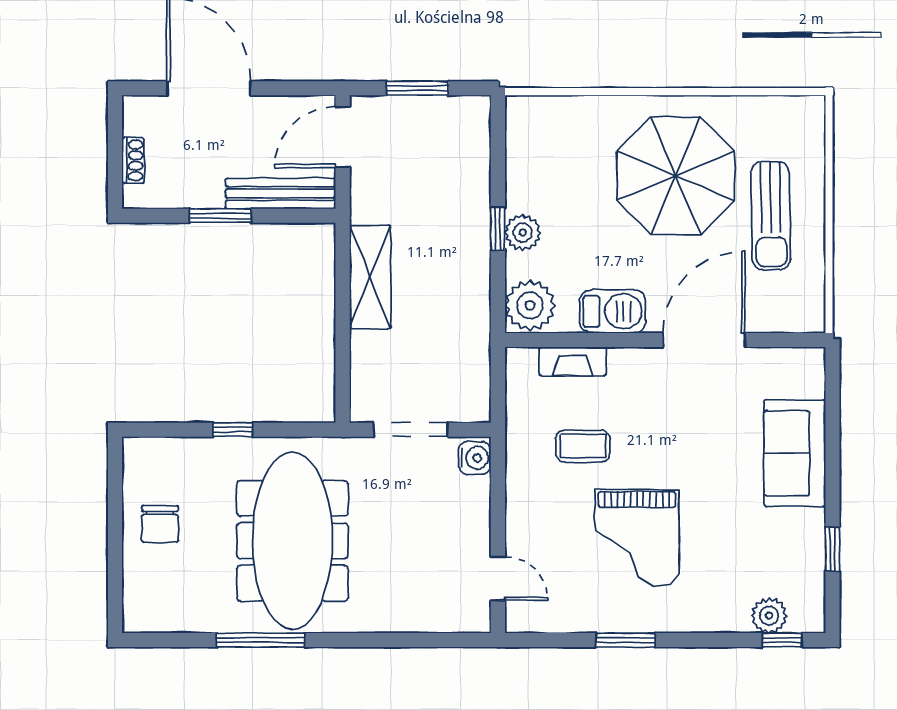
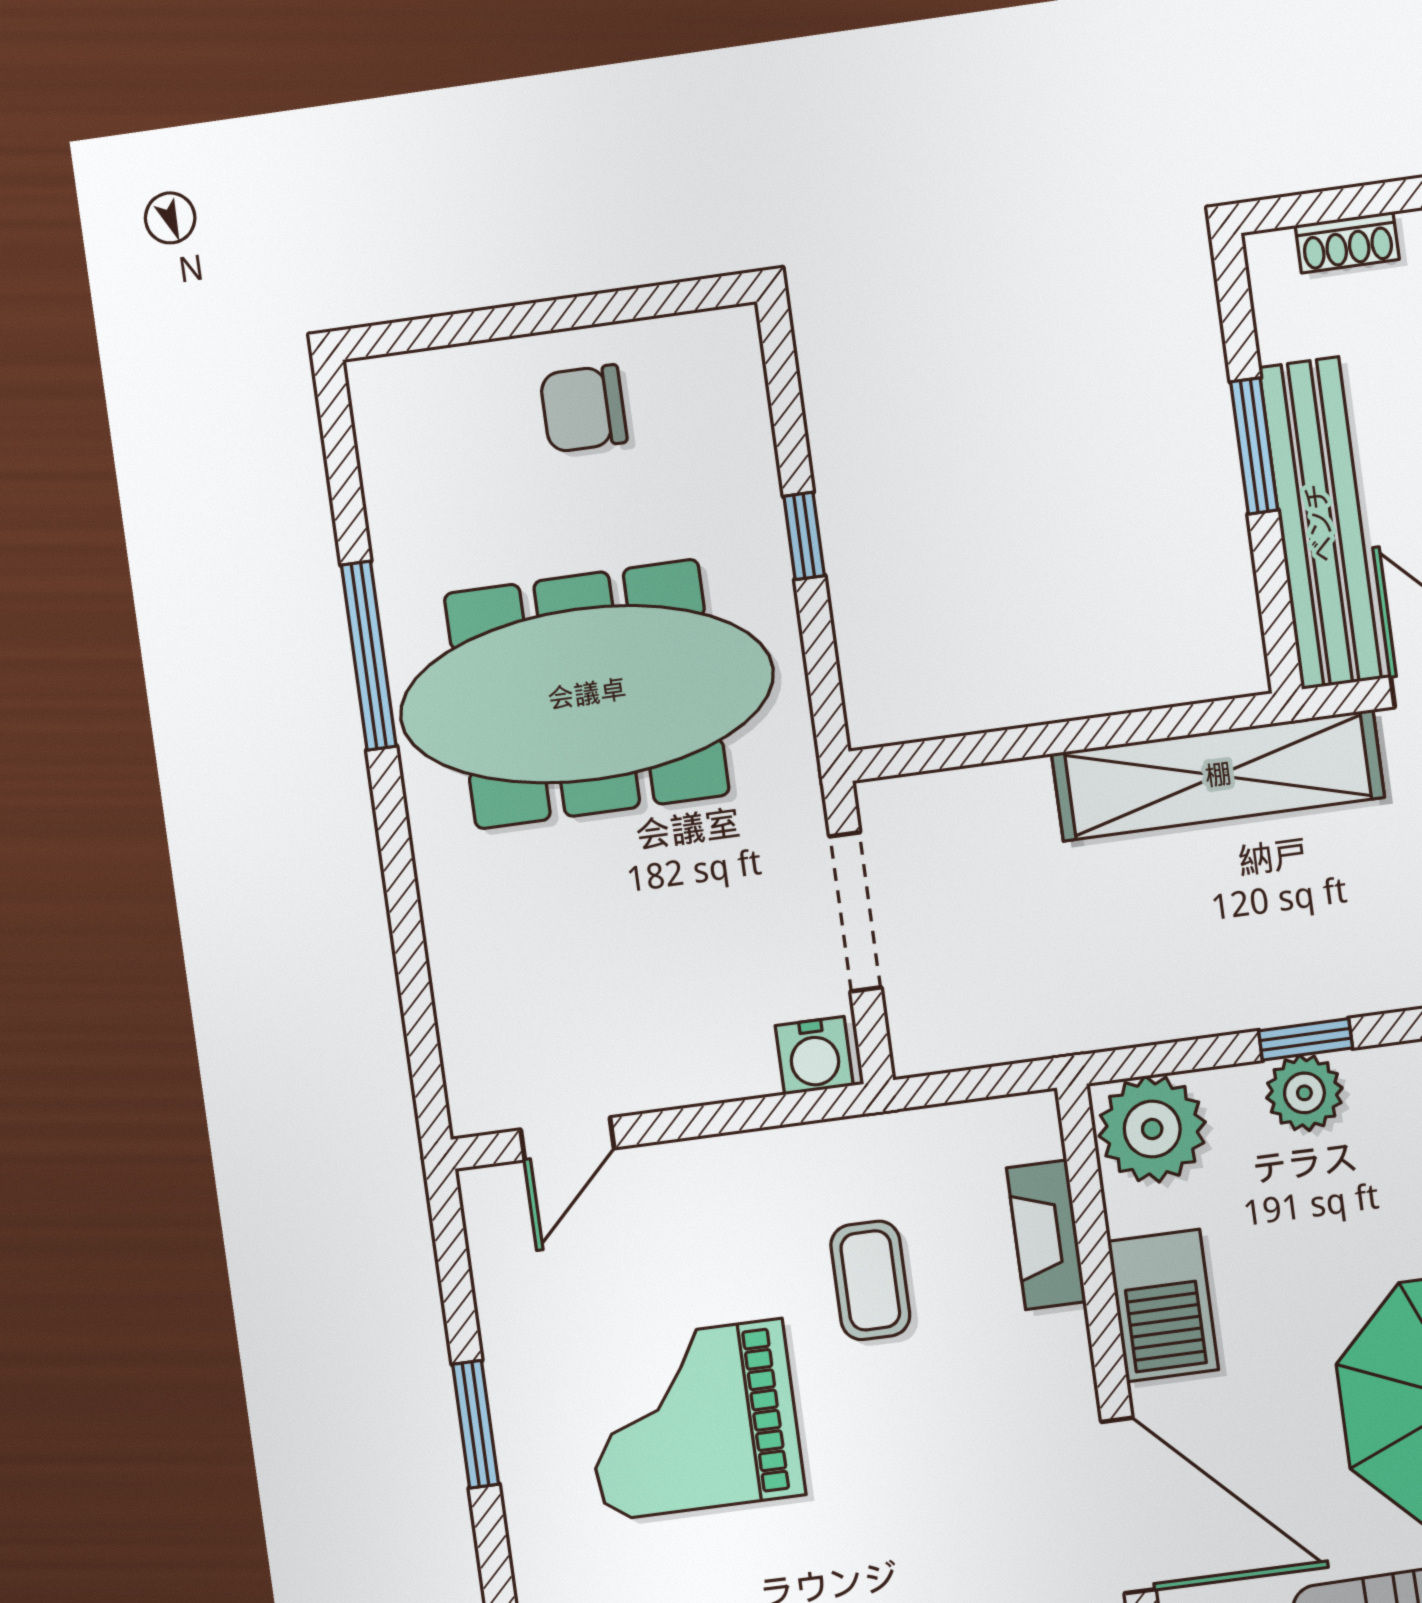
bench: (281, 193) -> (1320, 523), width x1.37, depth x1.21
shelving: (370, 277) -> (1218, 775), width x1.47

